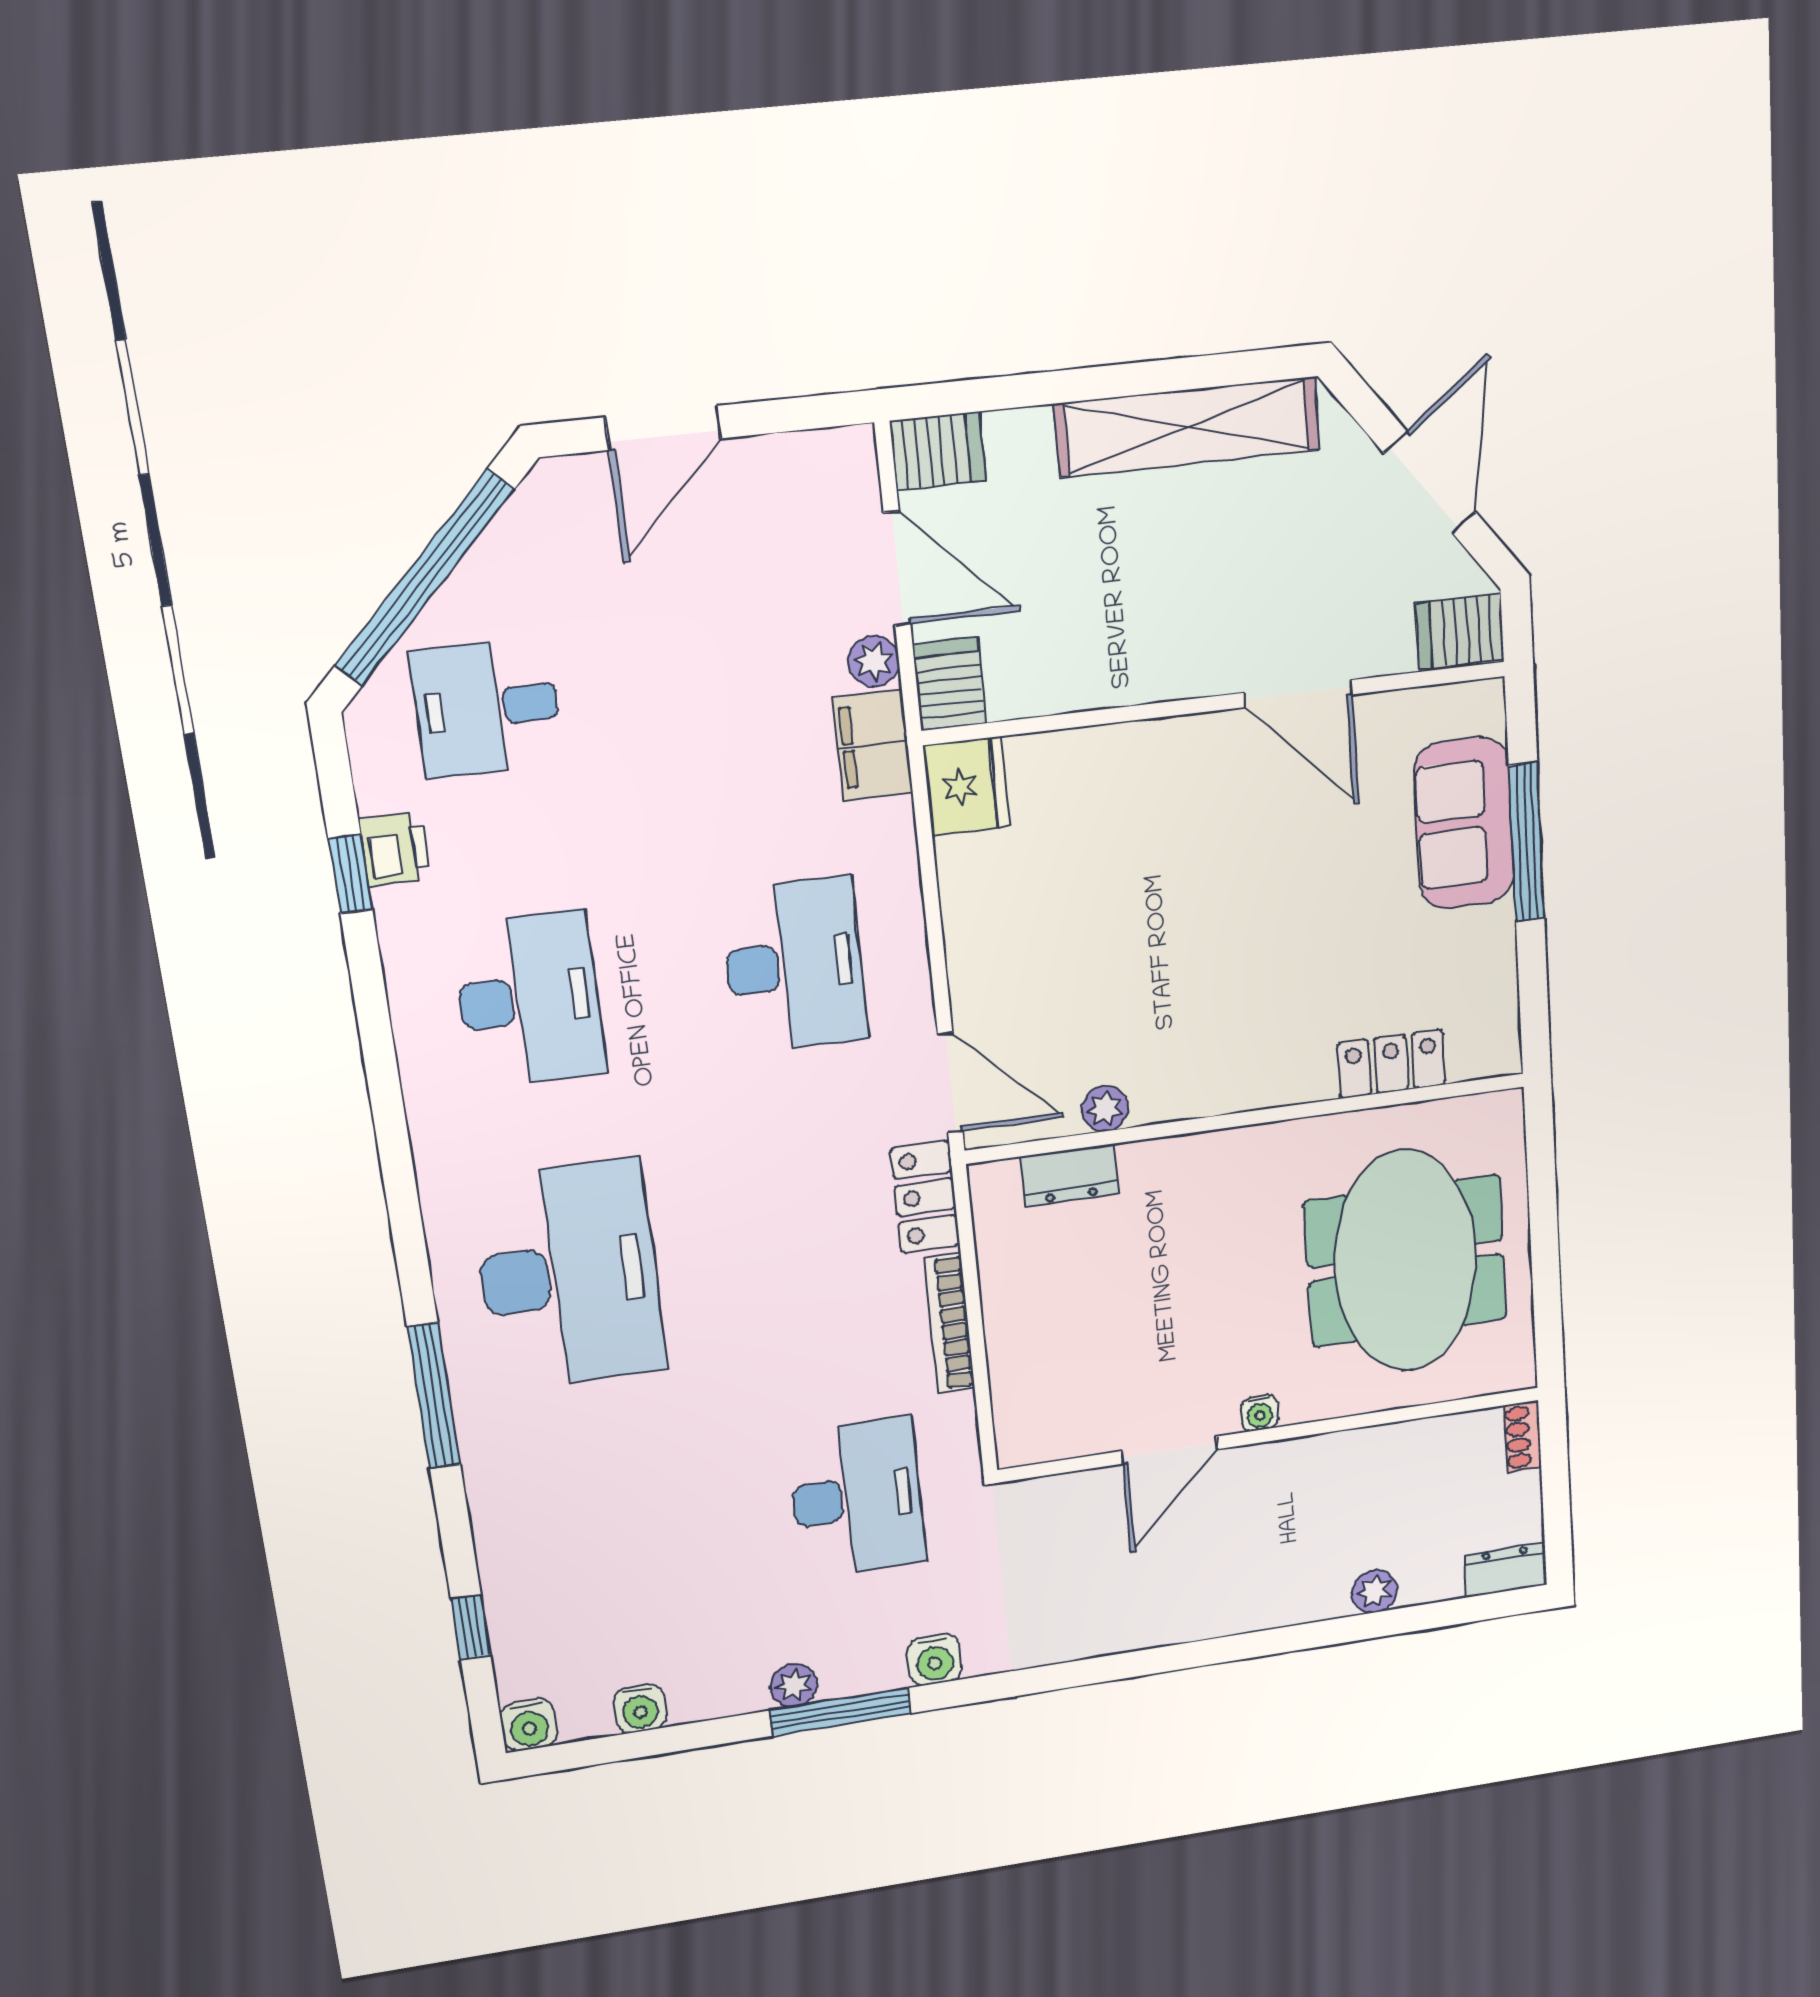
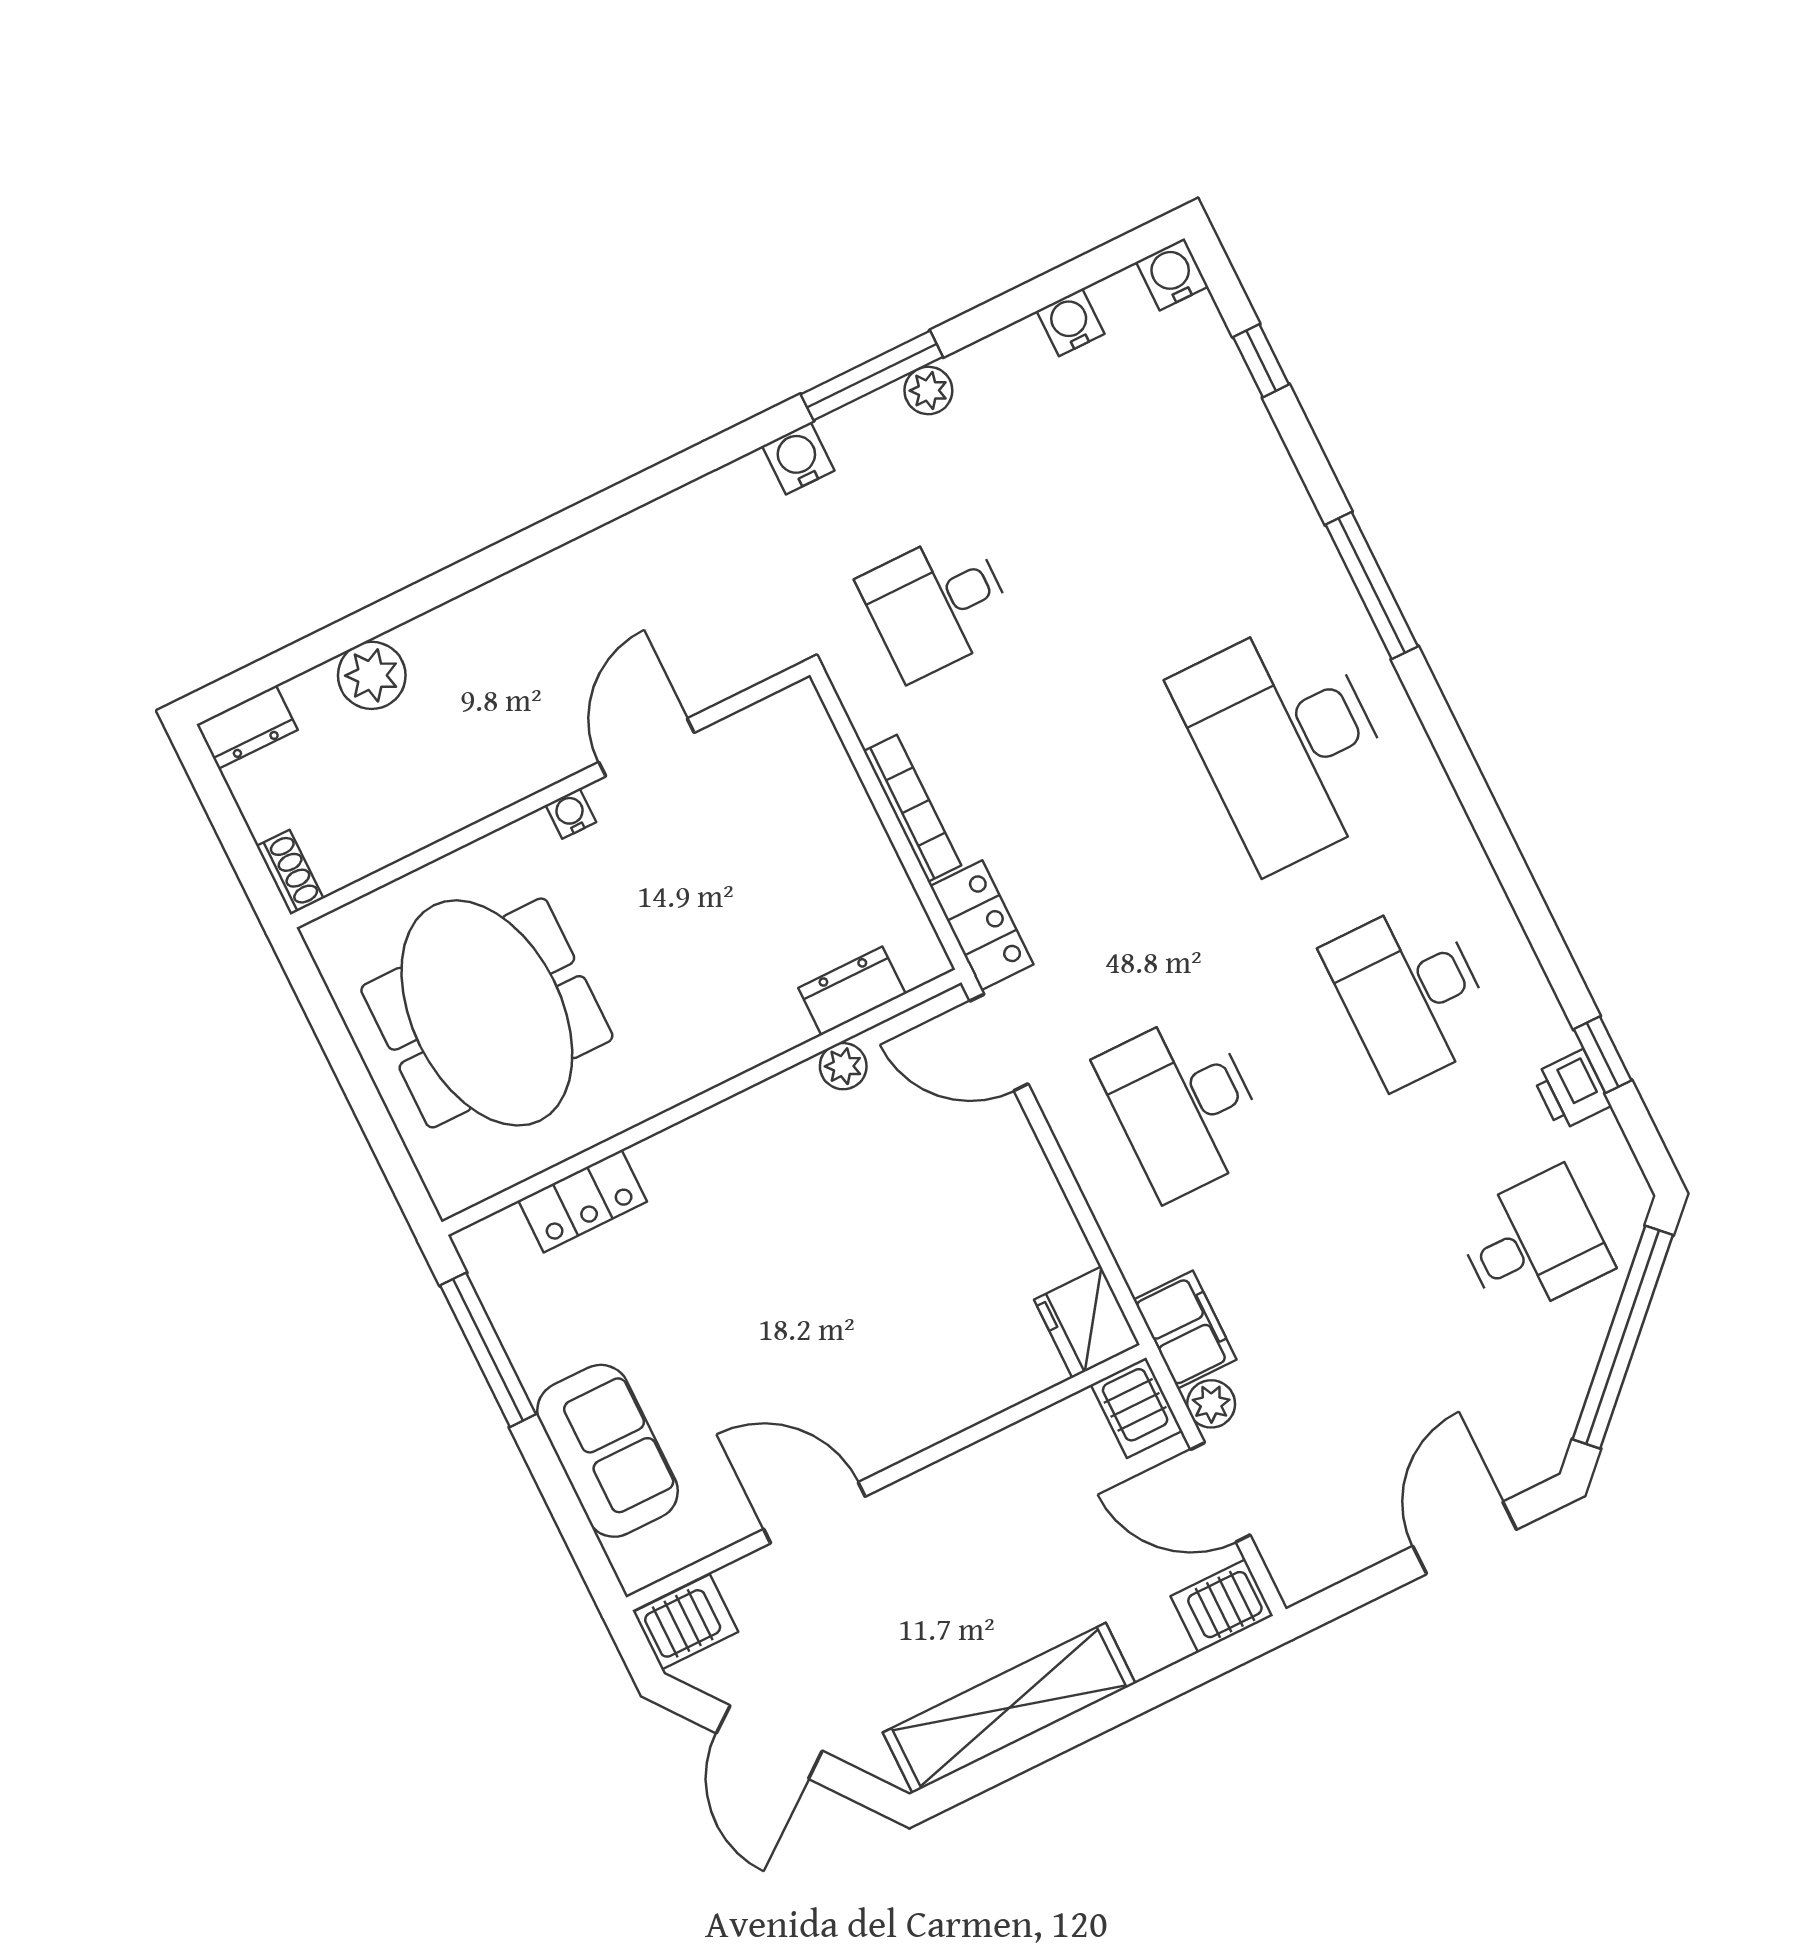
window: (1527, 842) -> (488, 1350), moved
desk: (857, 1498) -> (937, 604), width x0.73
plant: (1375, 1591) -> (372, 675), width x1.38, depth x1.38

